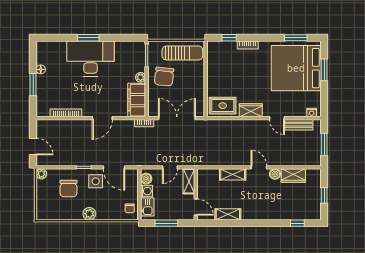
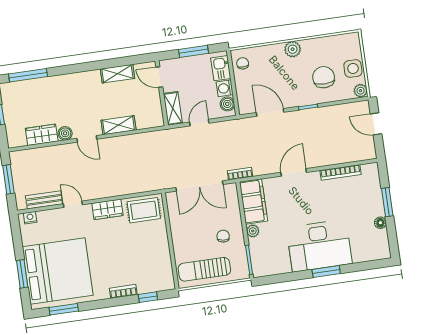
chair: (164, 77) -> (223, 236), width x0.54, depth x0.54
side table: (96, 181) -> (353, 68), moved
window: (297, 223) -> (28, 75), width x2.17

